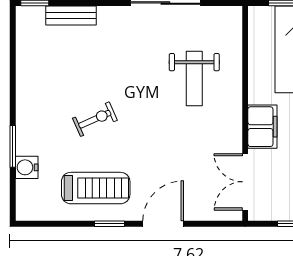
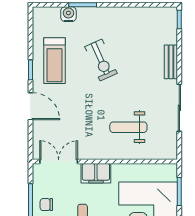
bench: (71, 15) -> (171, 62), moved
exercise bike: (95, 119) -> (101, 60), width x1.38, depth x1.39

